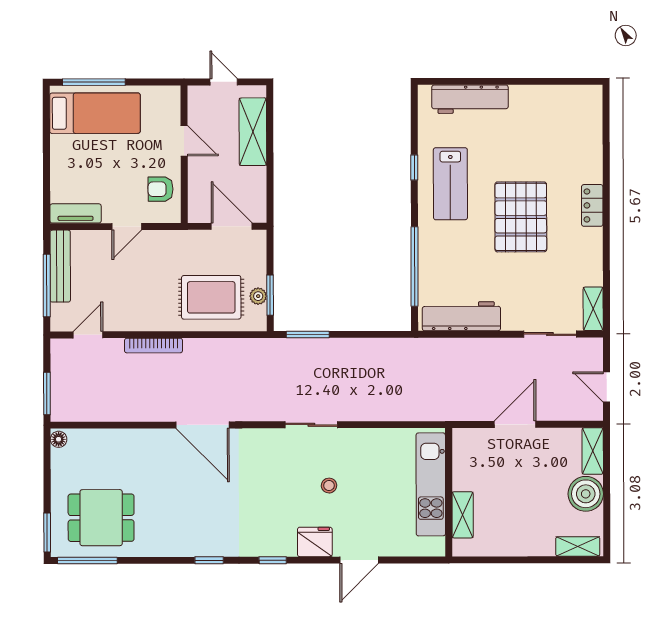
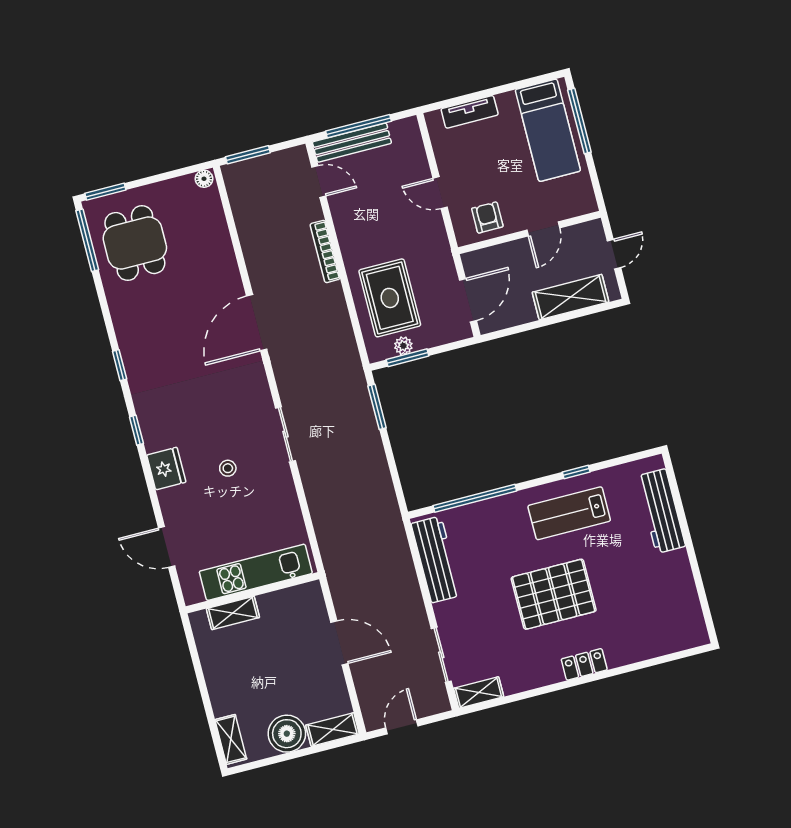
tv unit: (76, 213) -> (470, 112), moved, turned 90
bench: (60, 266) -> (352, 143), moved
door: (359, 560) -> (167, 547), moved

